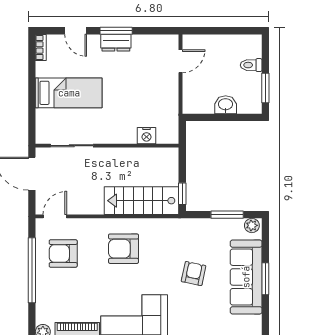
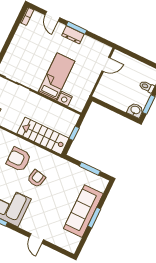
bed: (69, 93) -> (57, 77), moved, turned -90
washbasin: (226, 105) -> (135, 110), moved
window: (182, 194) -> (74, 133), moved
plant: (252, 225) -> (101, 182), removed
armchair: (194, 274) -> (36, 178), moved

